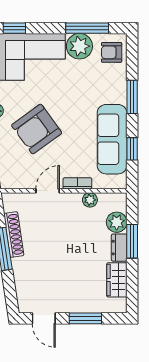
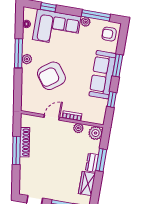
plant: (79, 46) -> (86, 22), width x0.53, depth x0.53
sofa: (112, 139) -> (102, 75), moved
plant: (117, 222) -> (95, 133), moved

